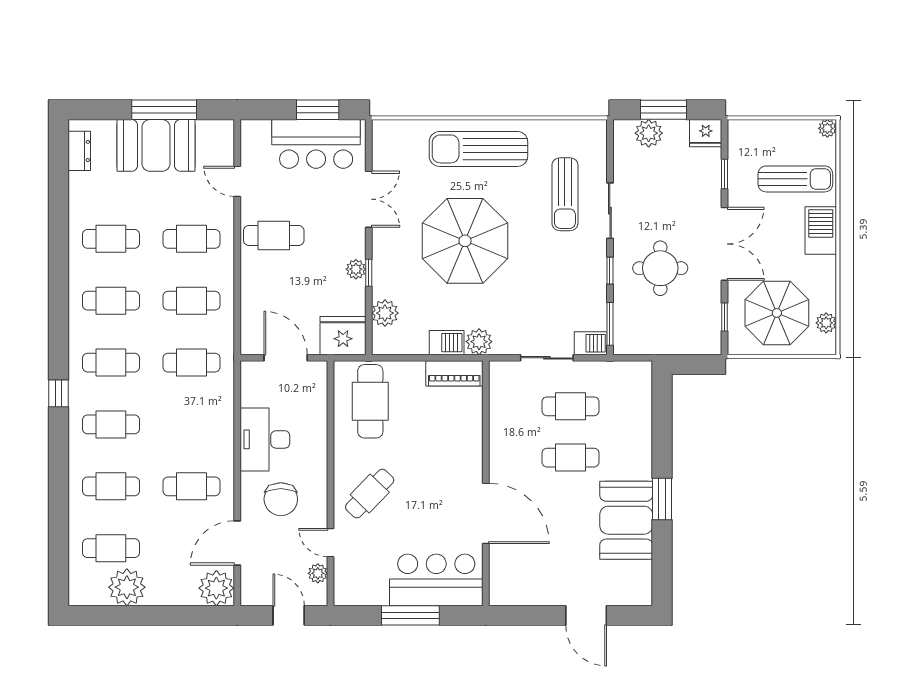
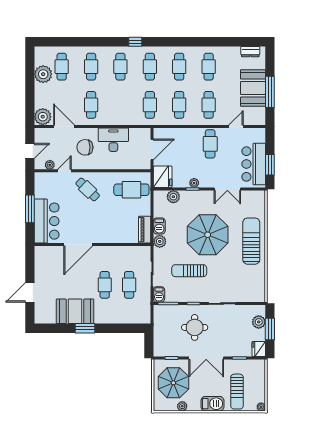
sun lounger: (565, 194) -> (189, 271), moved
plant: (826, 323) -> (182, 406), moved

